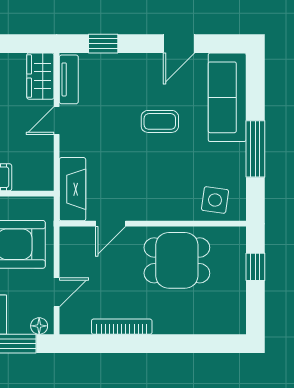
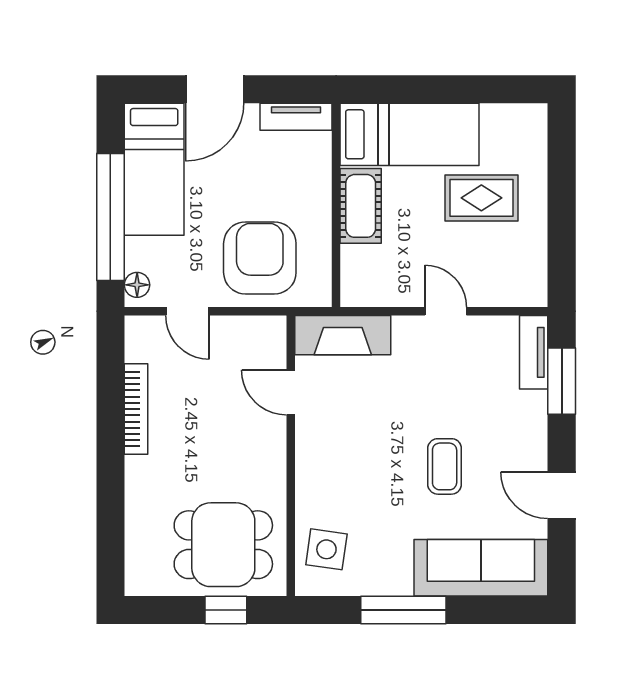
window: (103, 44) -> (562, 381), width x1.50
wardrobe: (40, 76) -> (513, 287), removed
tv unit: (69, 79) -> (534, 352), moved, turned 90
dining table: (177, 260) -> (223, 545), moved, turned 90

